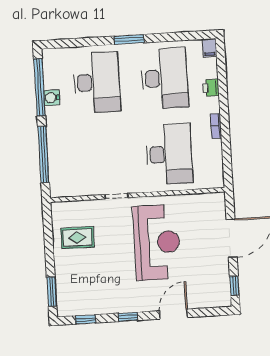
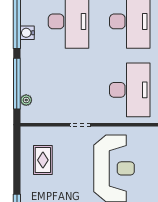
plant: (55, 172) -> (26, 100), added
rug: (77, 238) -> (43, 160), turned 90

